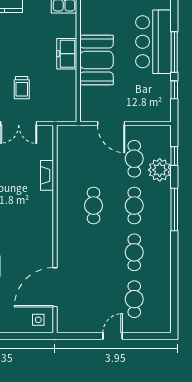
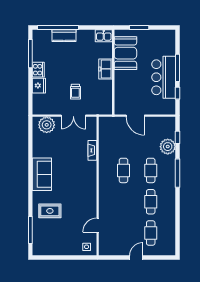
bar counter: (154, 42) -> (164, 77), moved
booth: (96, 60) -> (125, 53), moved
cafe table: (134, 159) -> (151, 139), removed
door: (55, 287) -> (98, 225), width x0.53

